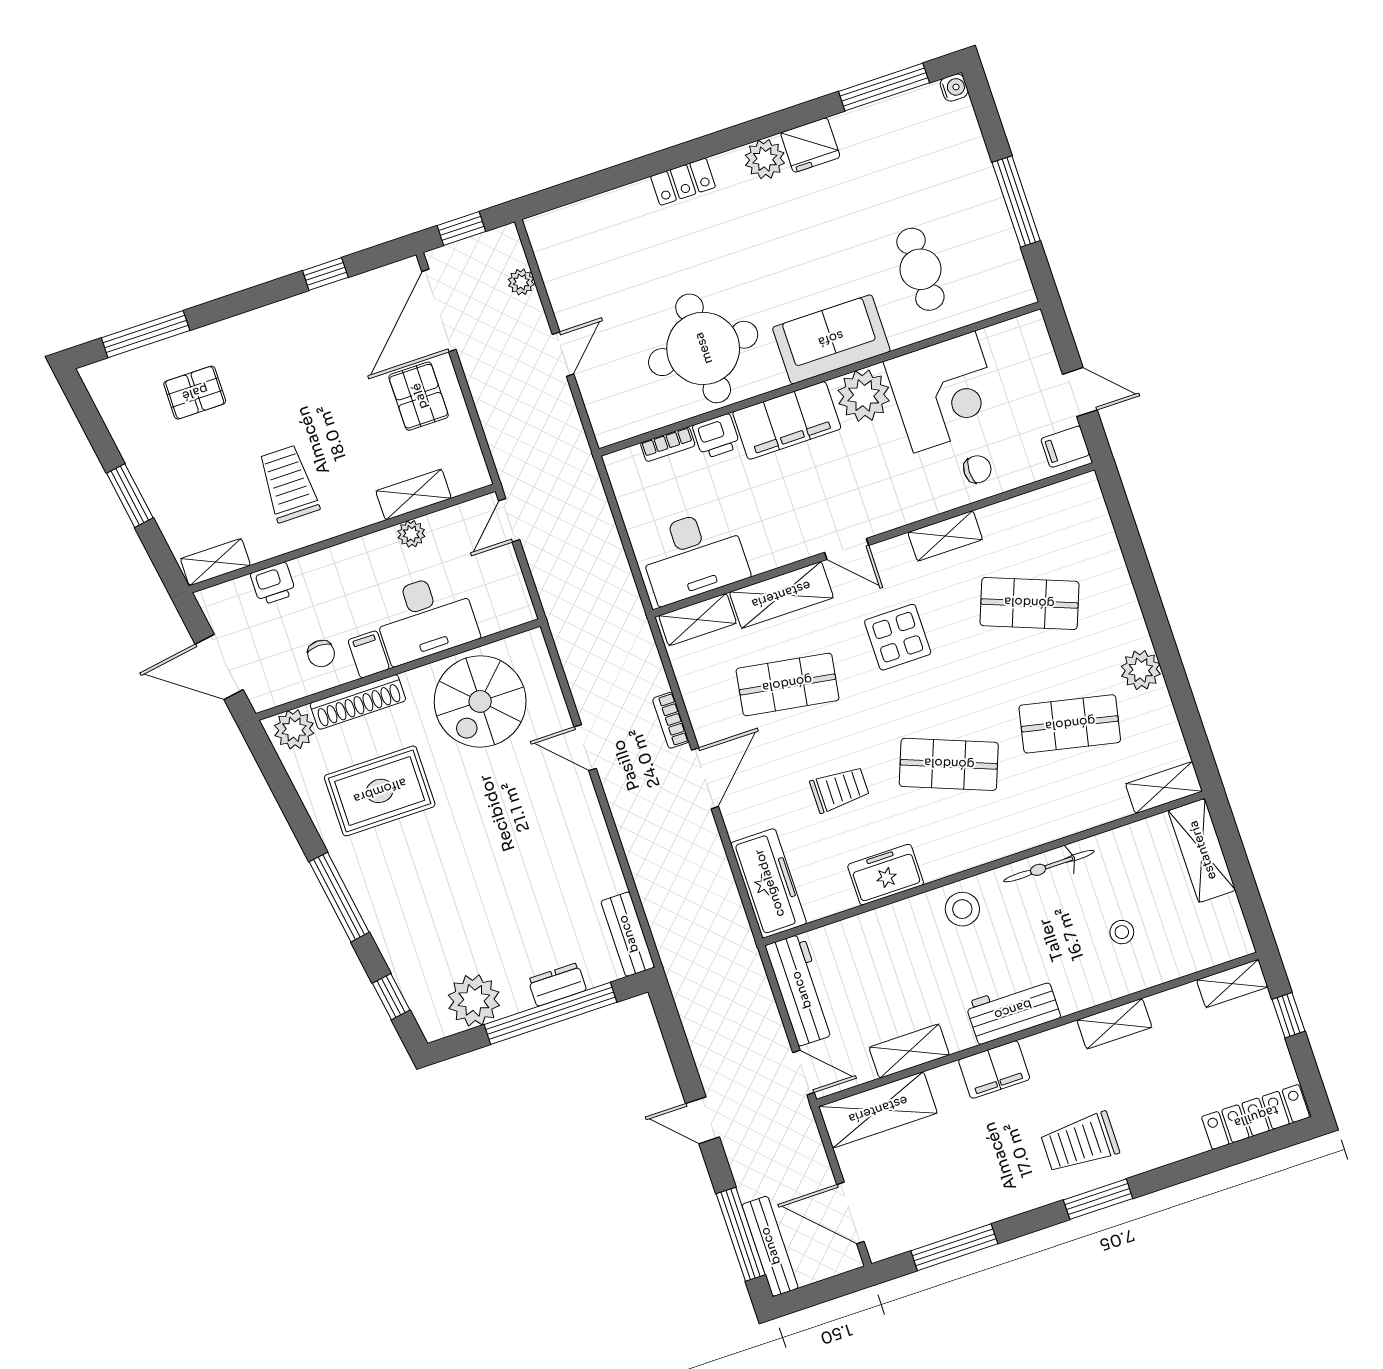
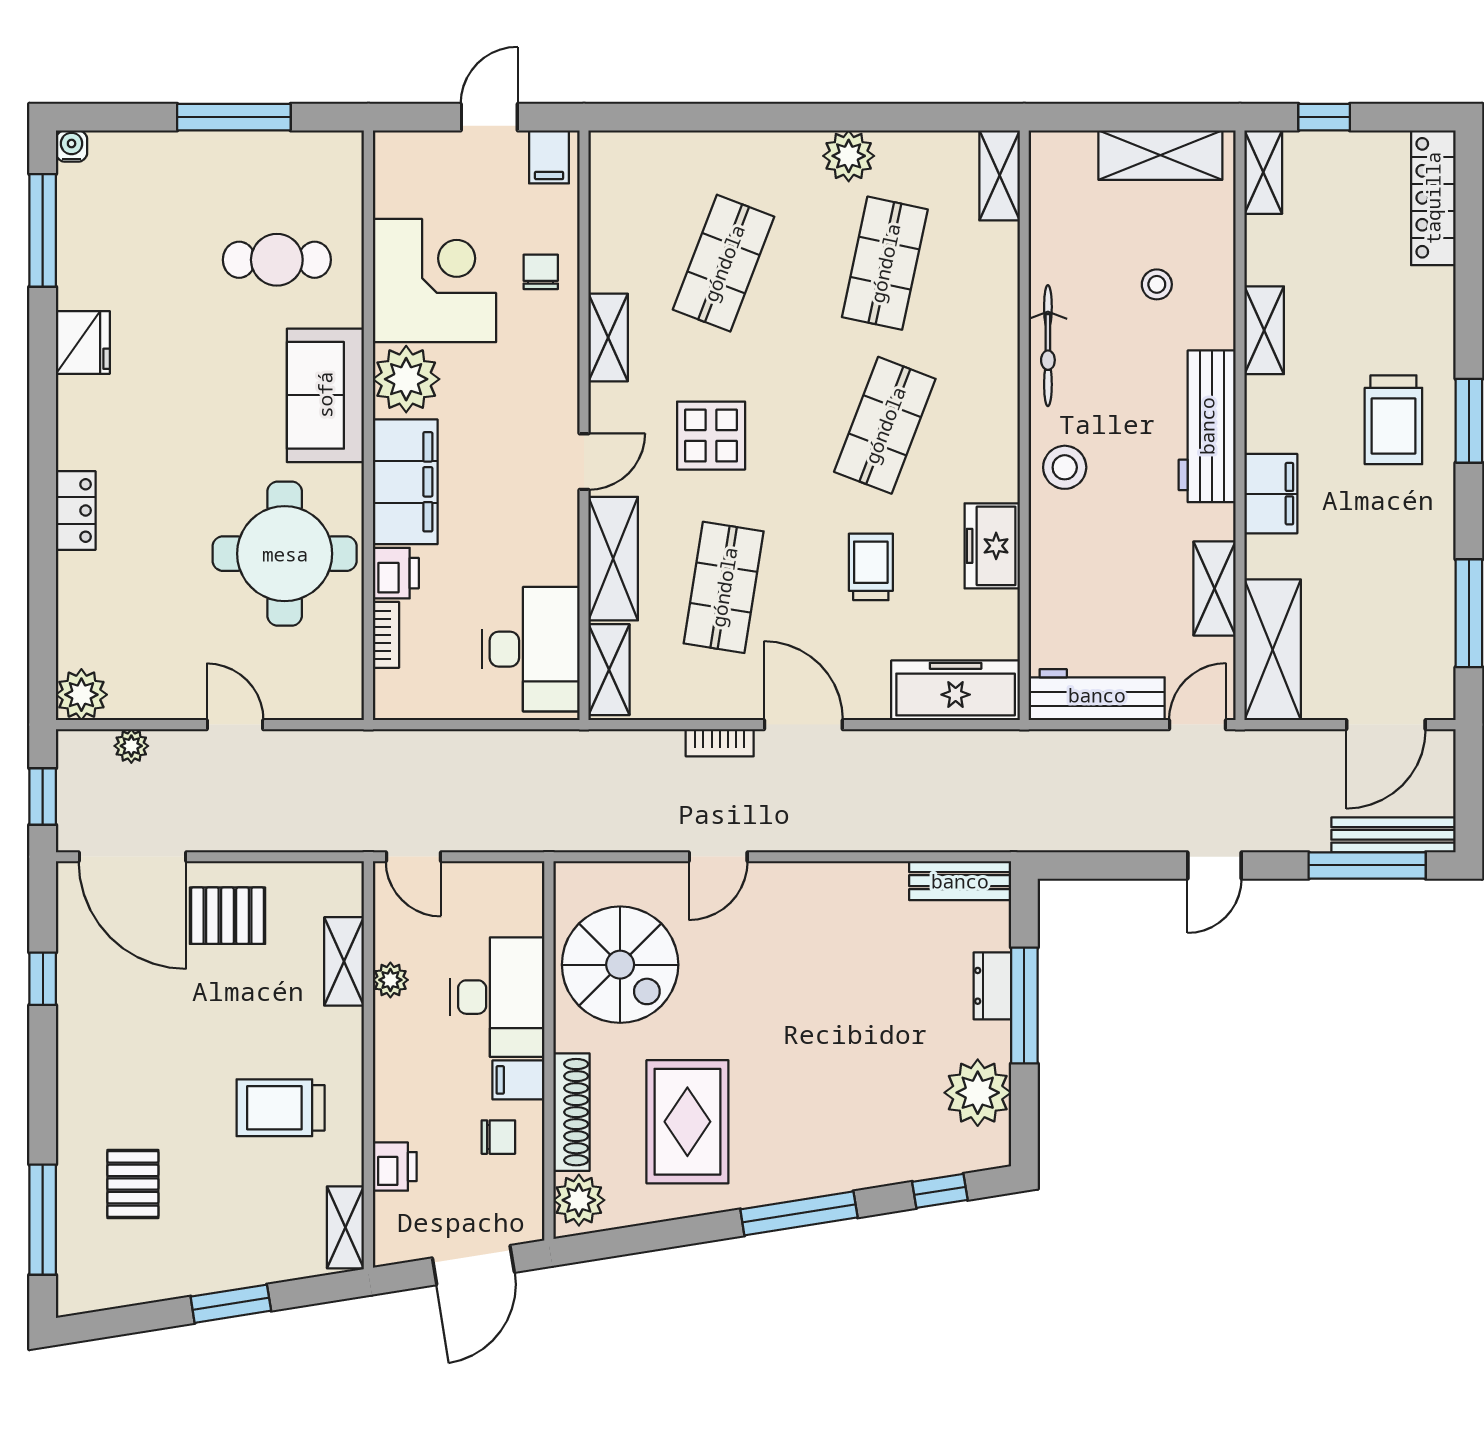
plant: (765, 159) -> (81, 695), moved
shelving: (1202, 850) -> (1160, 155), moved
workbench: (1013, 1010) -> (1207, 426), width x1.38
window: (551, 1013) -> (1024, 1006), width x0.68

